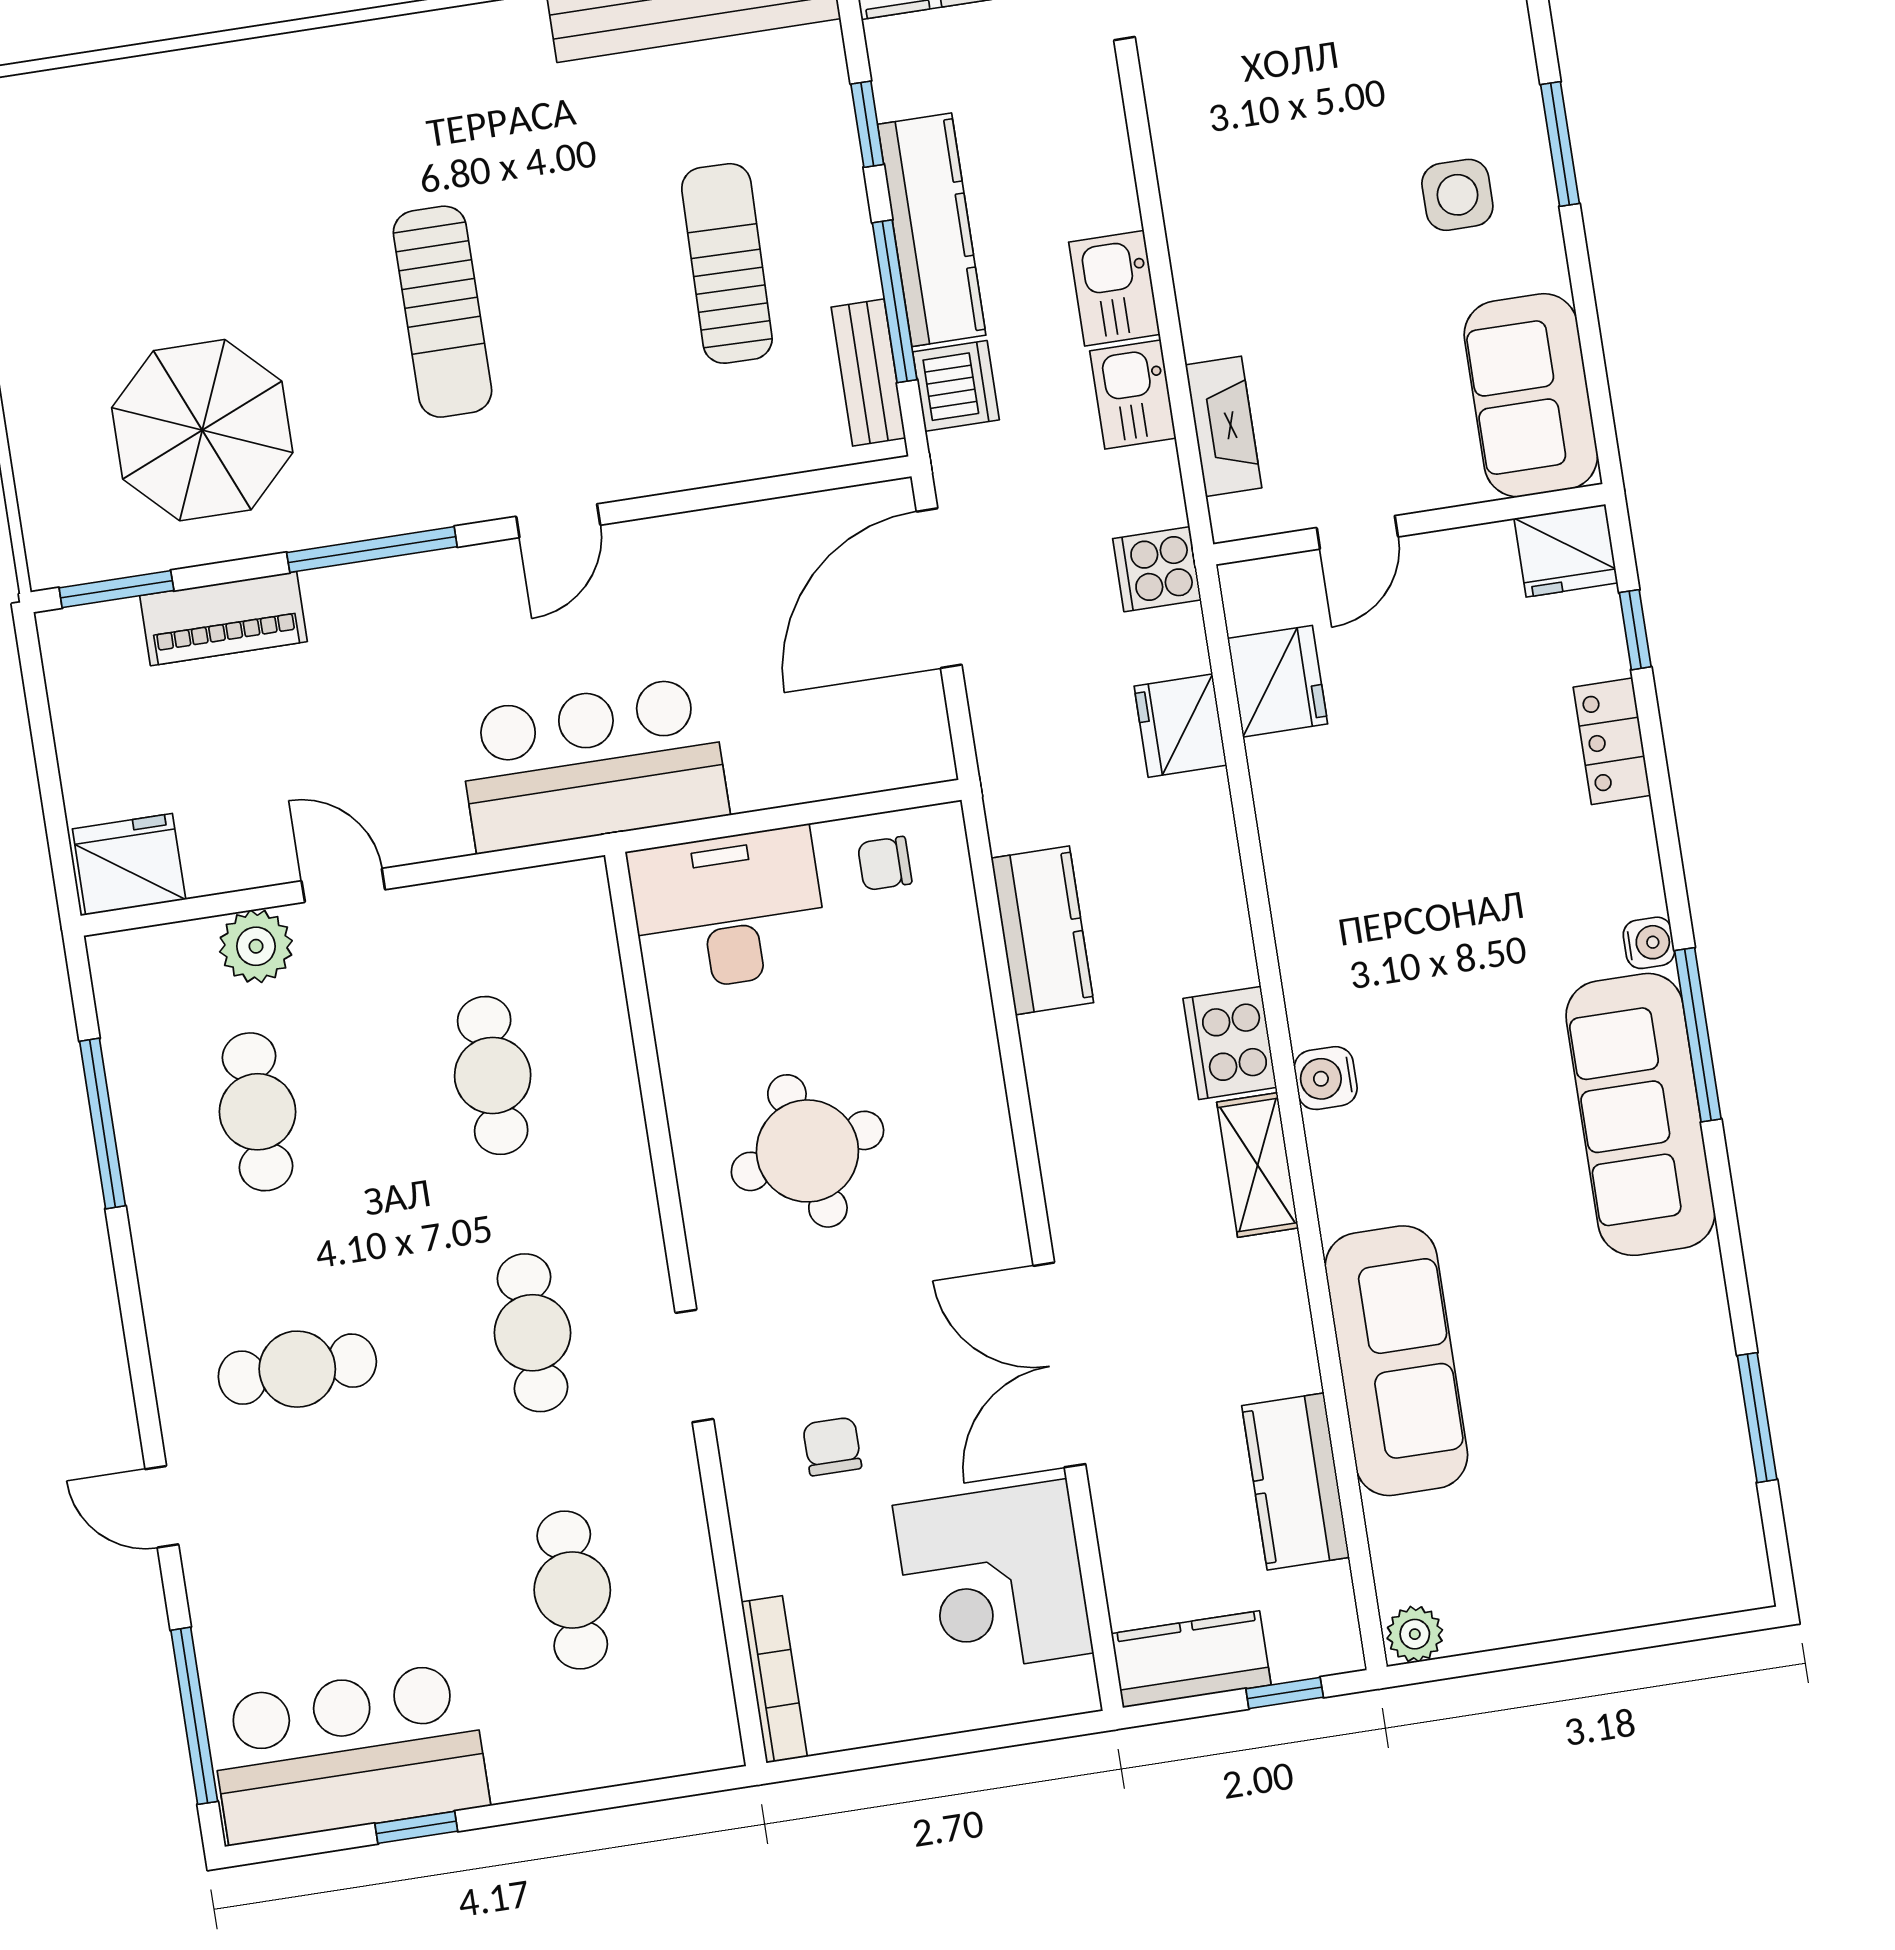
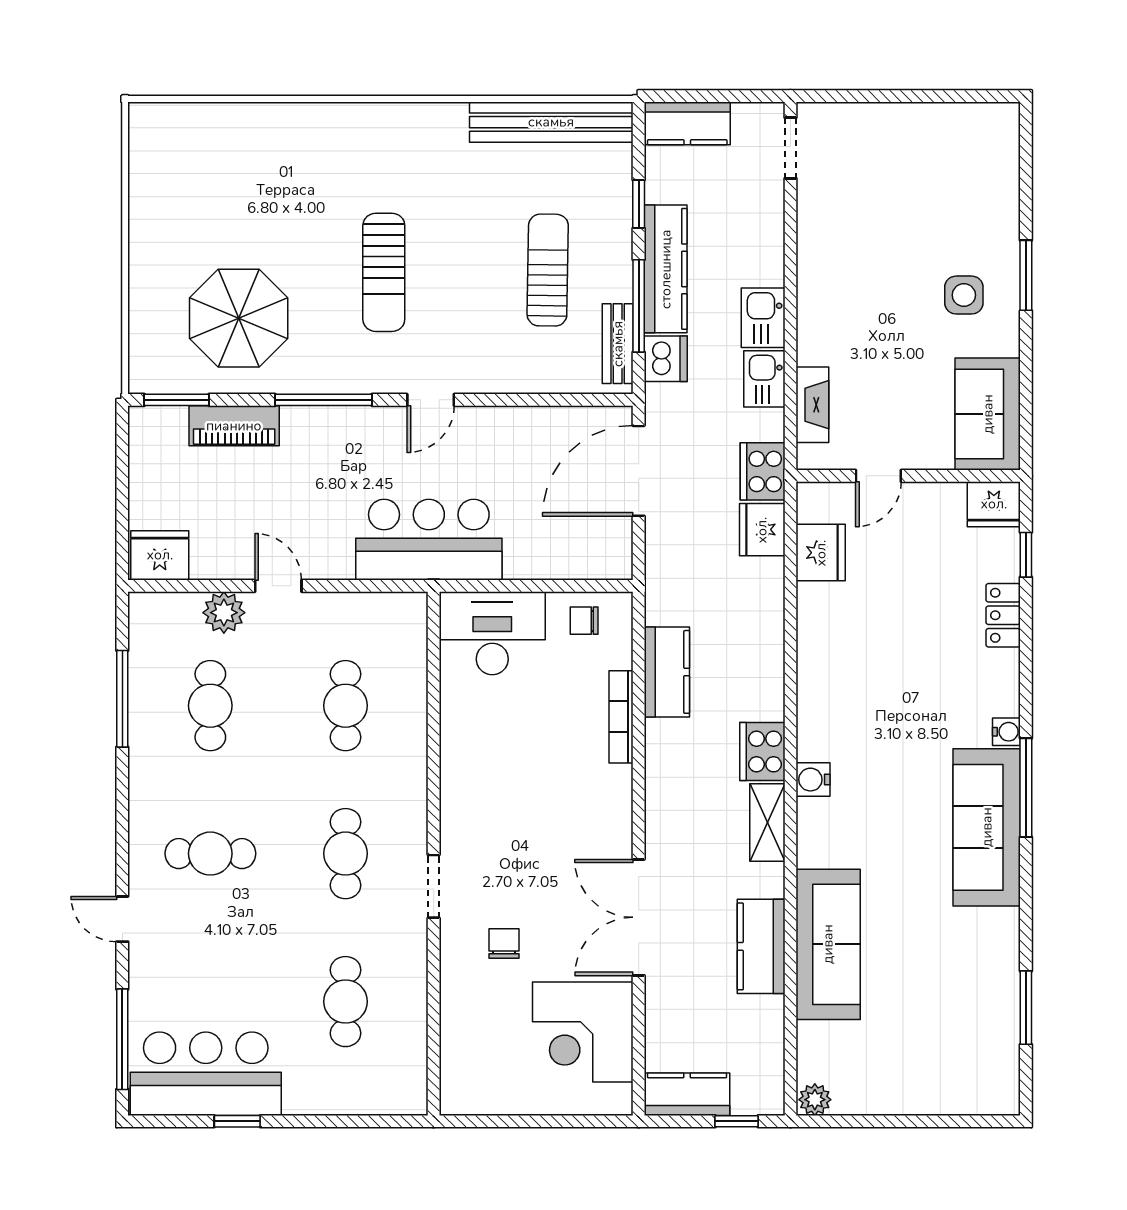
cooker: (1157, 569) -> (763, 471), width x1.36
fridge: (1180, 726) -> (762, 530), moved
round table: (807, 1151) -> (516, 775), removed
kitchen counter: (1296, 1482) -> (761, 946), moved
bookcase: (774, 1679) -> (621, 717), moved, turned 180

